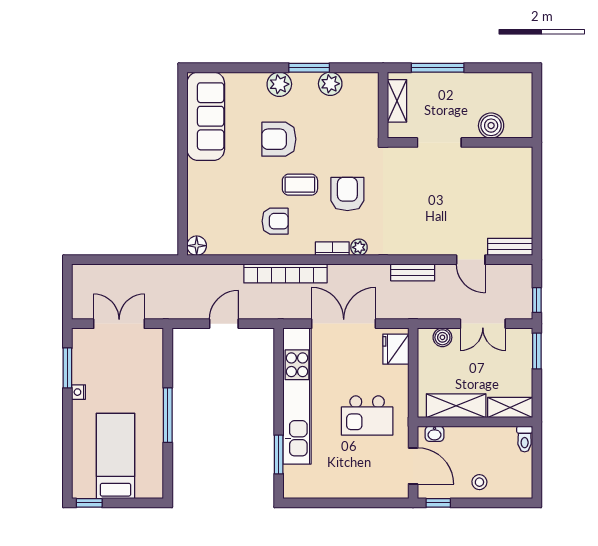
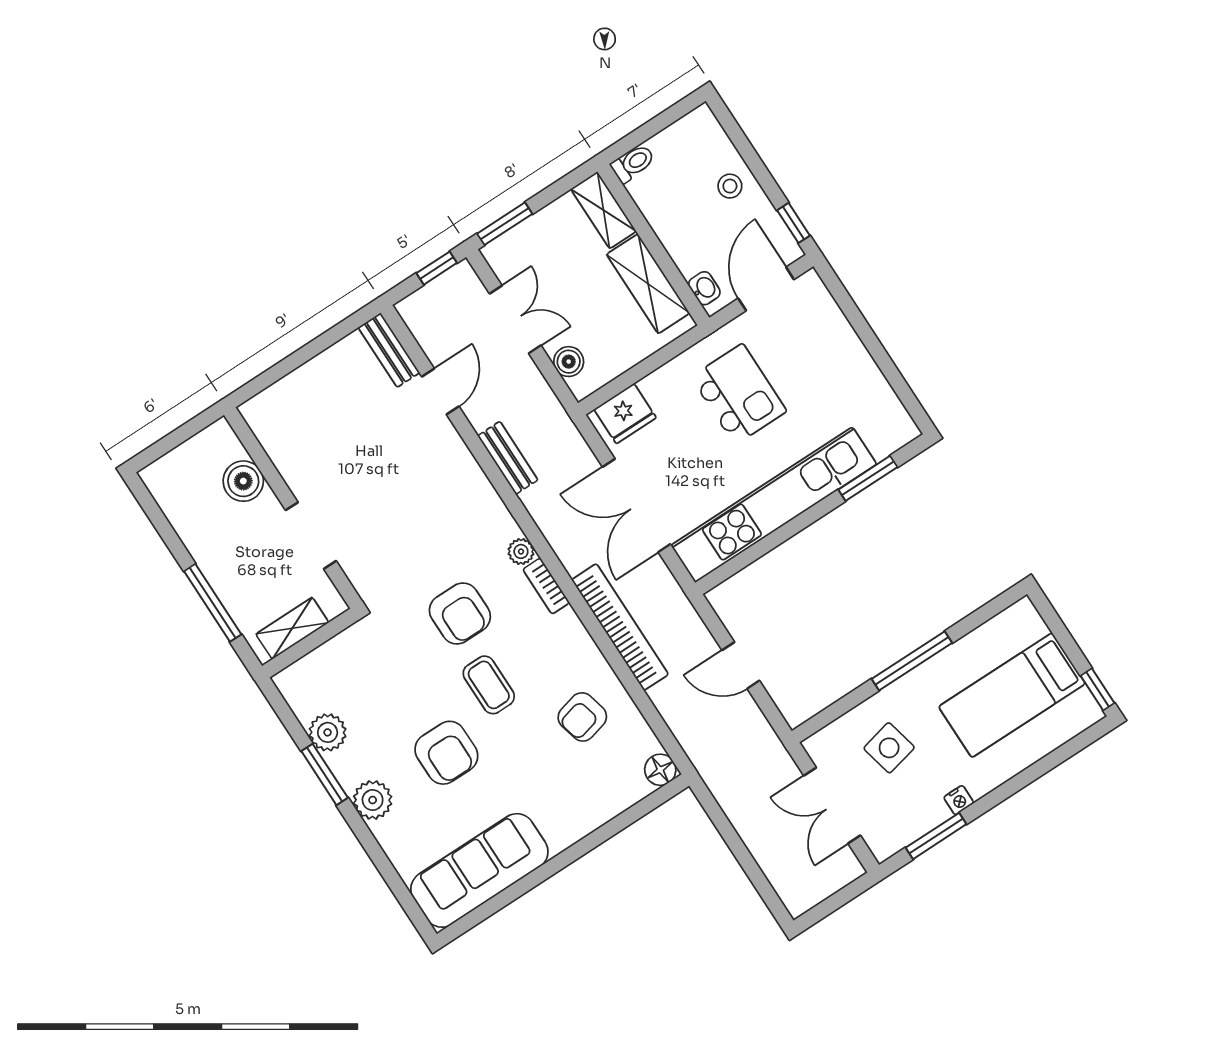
armchair: (347, 194) -> (460, 613), turned -90
armchair: (275, 221) -> (582, 717), moved, turned -104
side table: (130, 373) -> (889, 748), added

